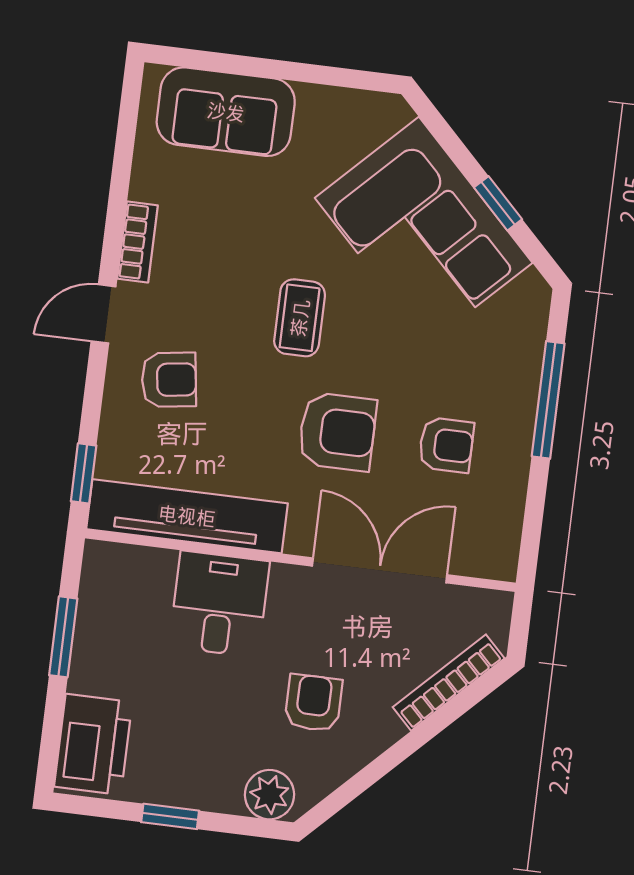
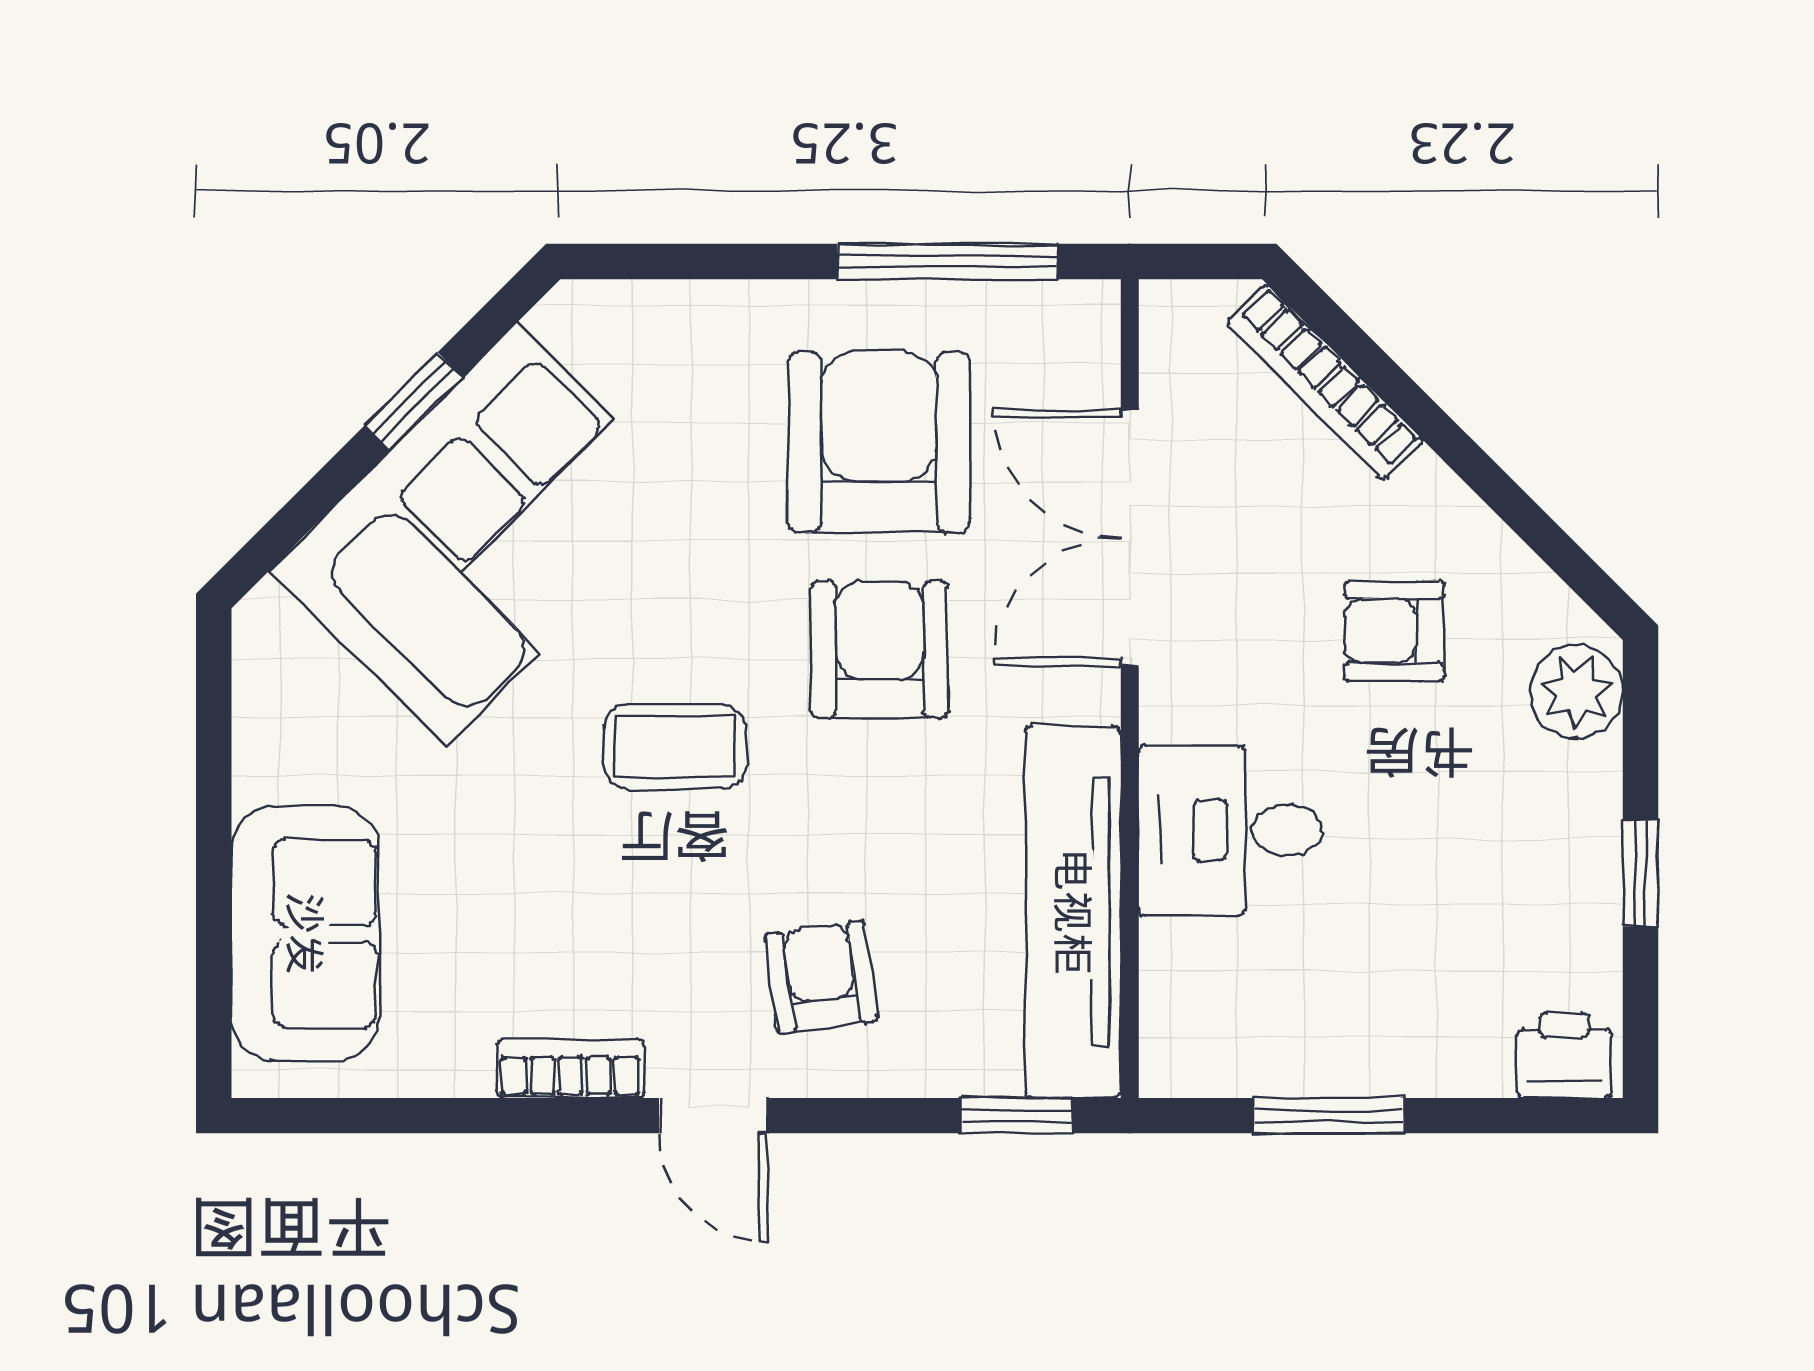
window: (548, 400) -> (947, 261), moved
armchair: (446, 445) -> (879, 442), width x1.88, depth x1.88
printer: (93, 744) -> (1564, 1055), width x0.53, depth x0.68

